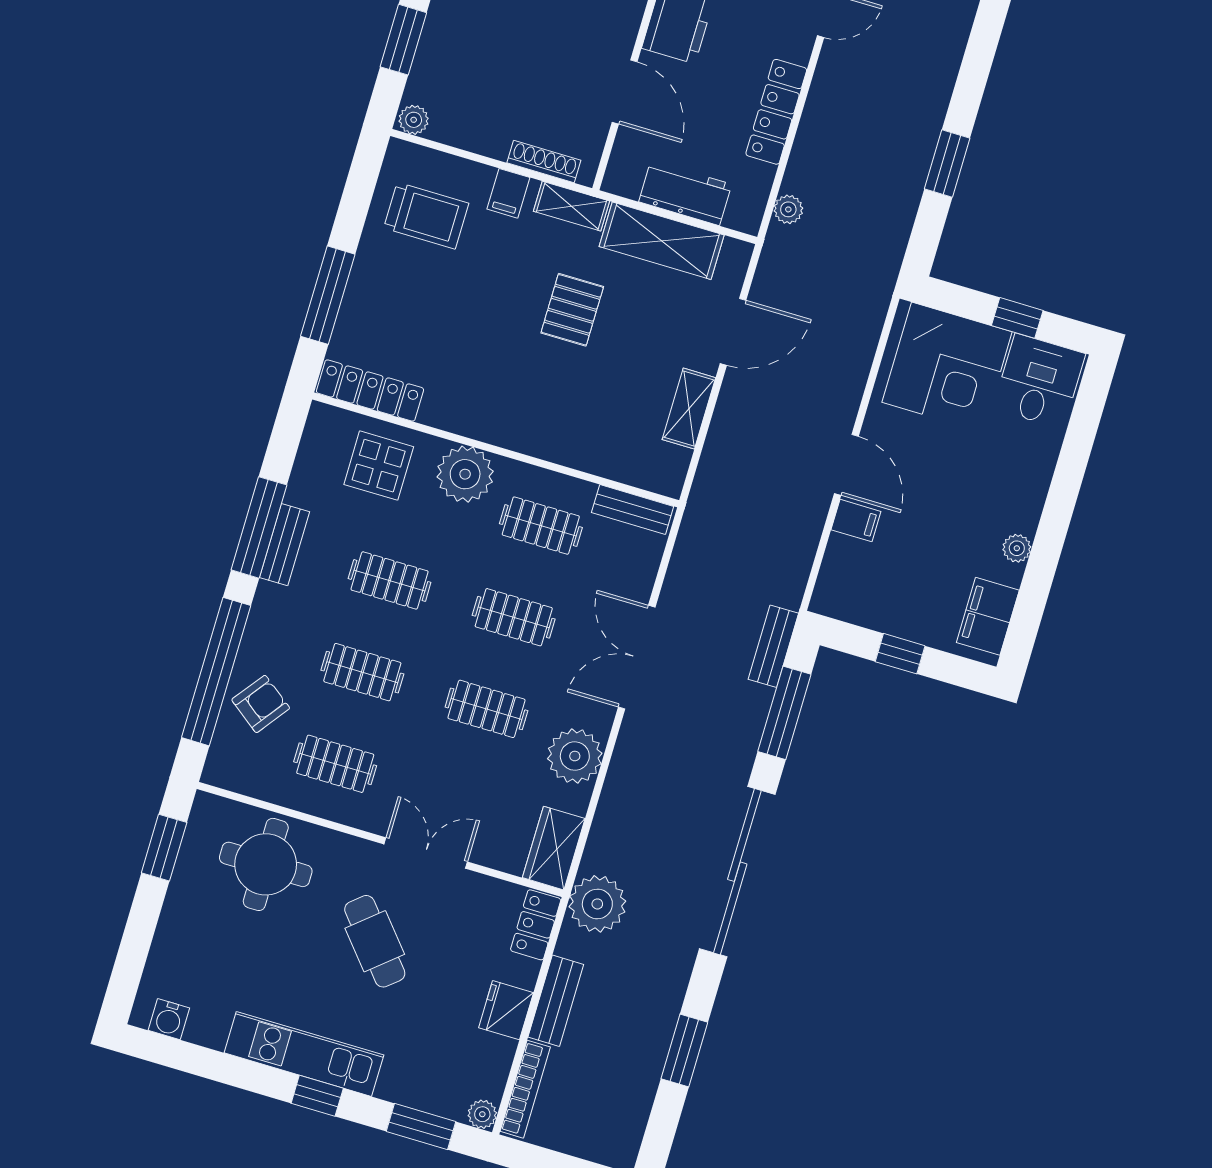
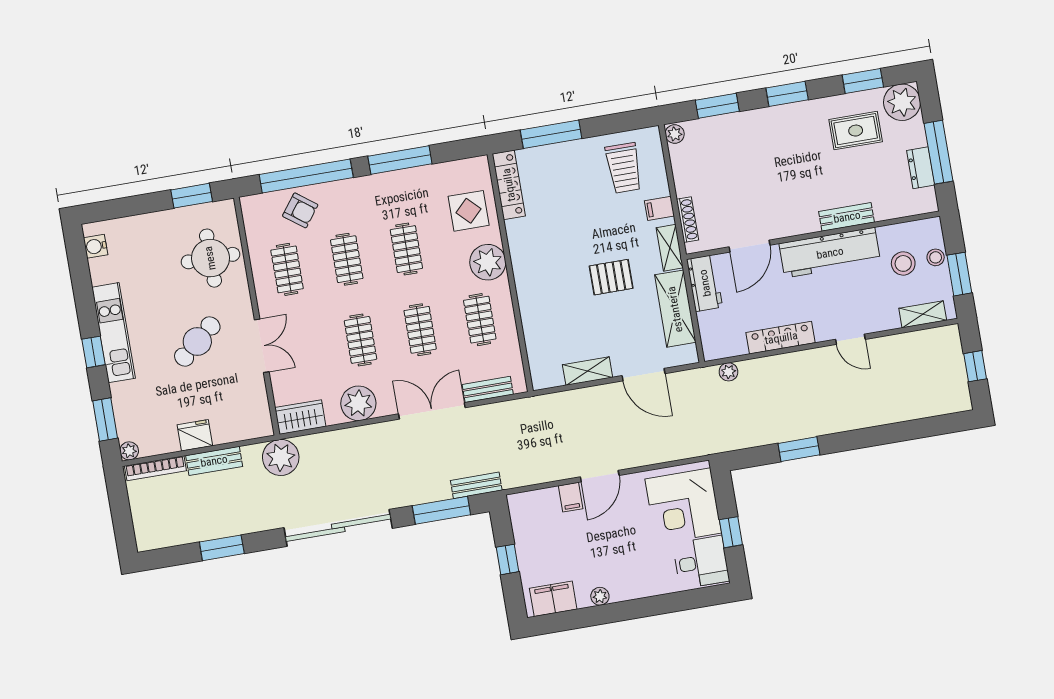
workbench: (685, 193) -> (705, 283), moved
bench: (633, 510) -> (488, 389), moved, turned 90
bench: (284, 545) -> (397, 179), removed
locker: (536, 925) -> (252, 428), removed

